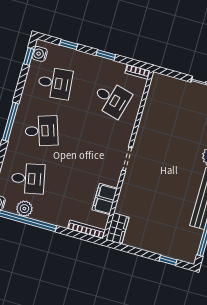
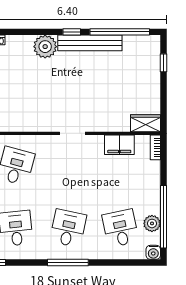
desk: (42, 131) -> (68, 228), turned 30
bookcase: (86, 229) -> (155, 147), width x0.64

